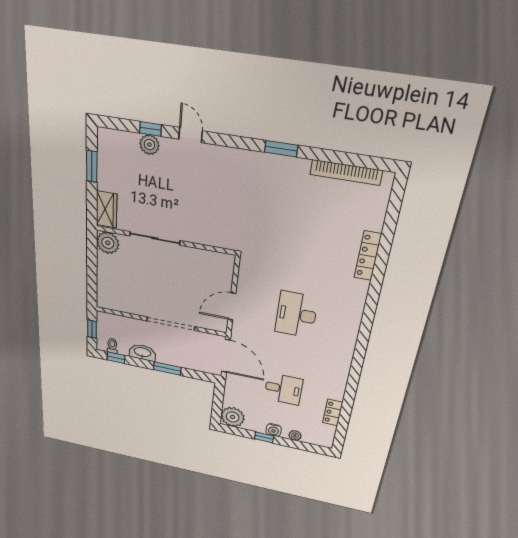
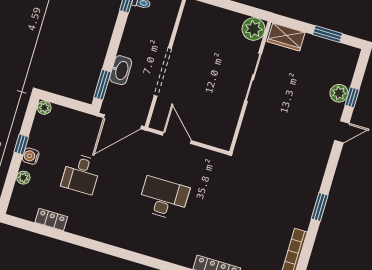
washbasin: (142, 352) -> (121, 70), moved
window: (167, 368) -> (102, 85), moved
plant: (233, 417) -> (44, 108), width x0.53, depth x0.53

